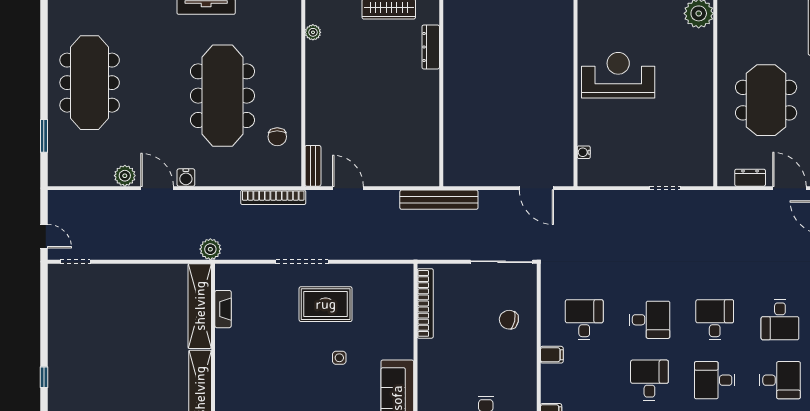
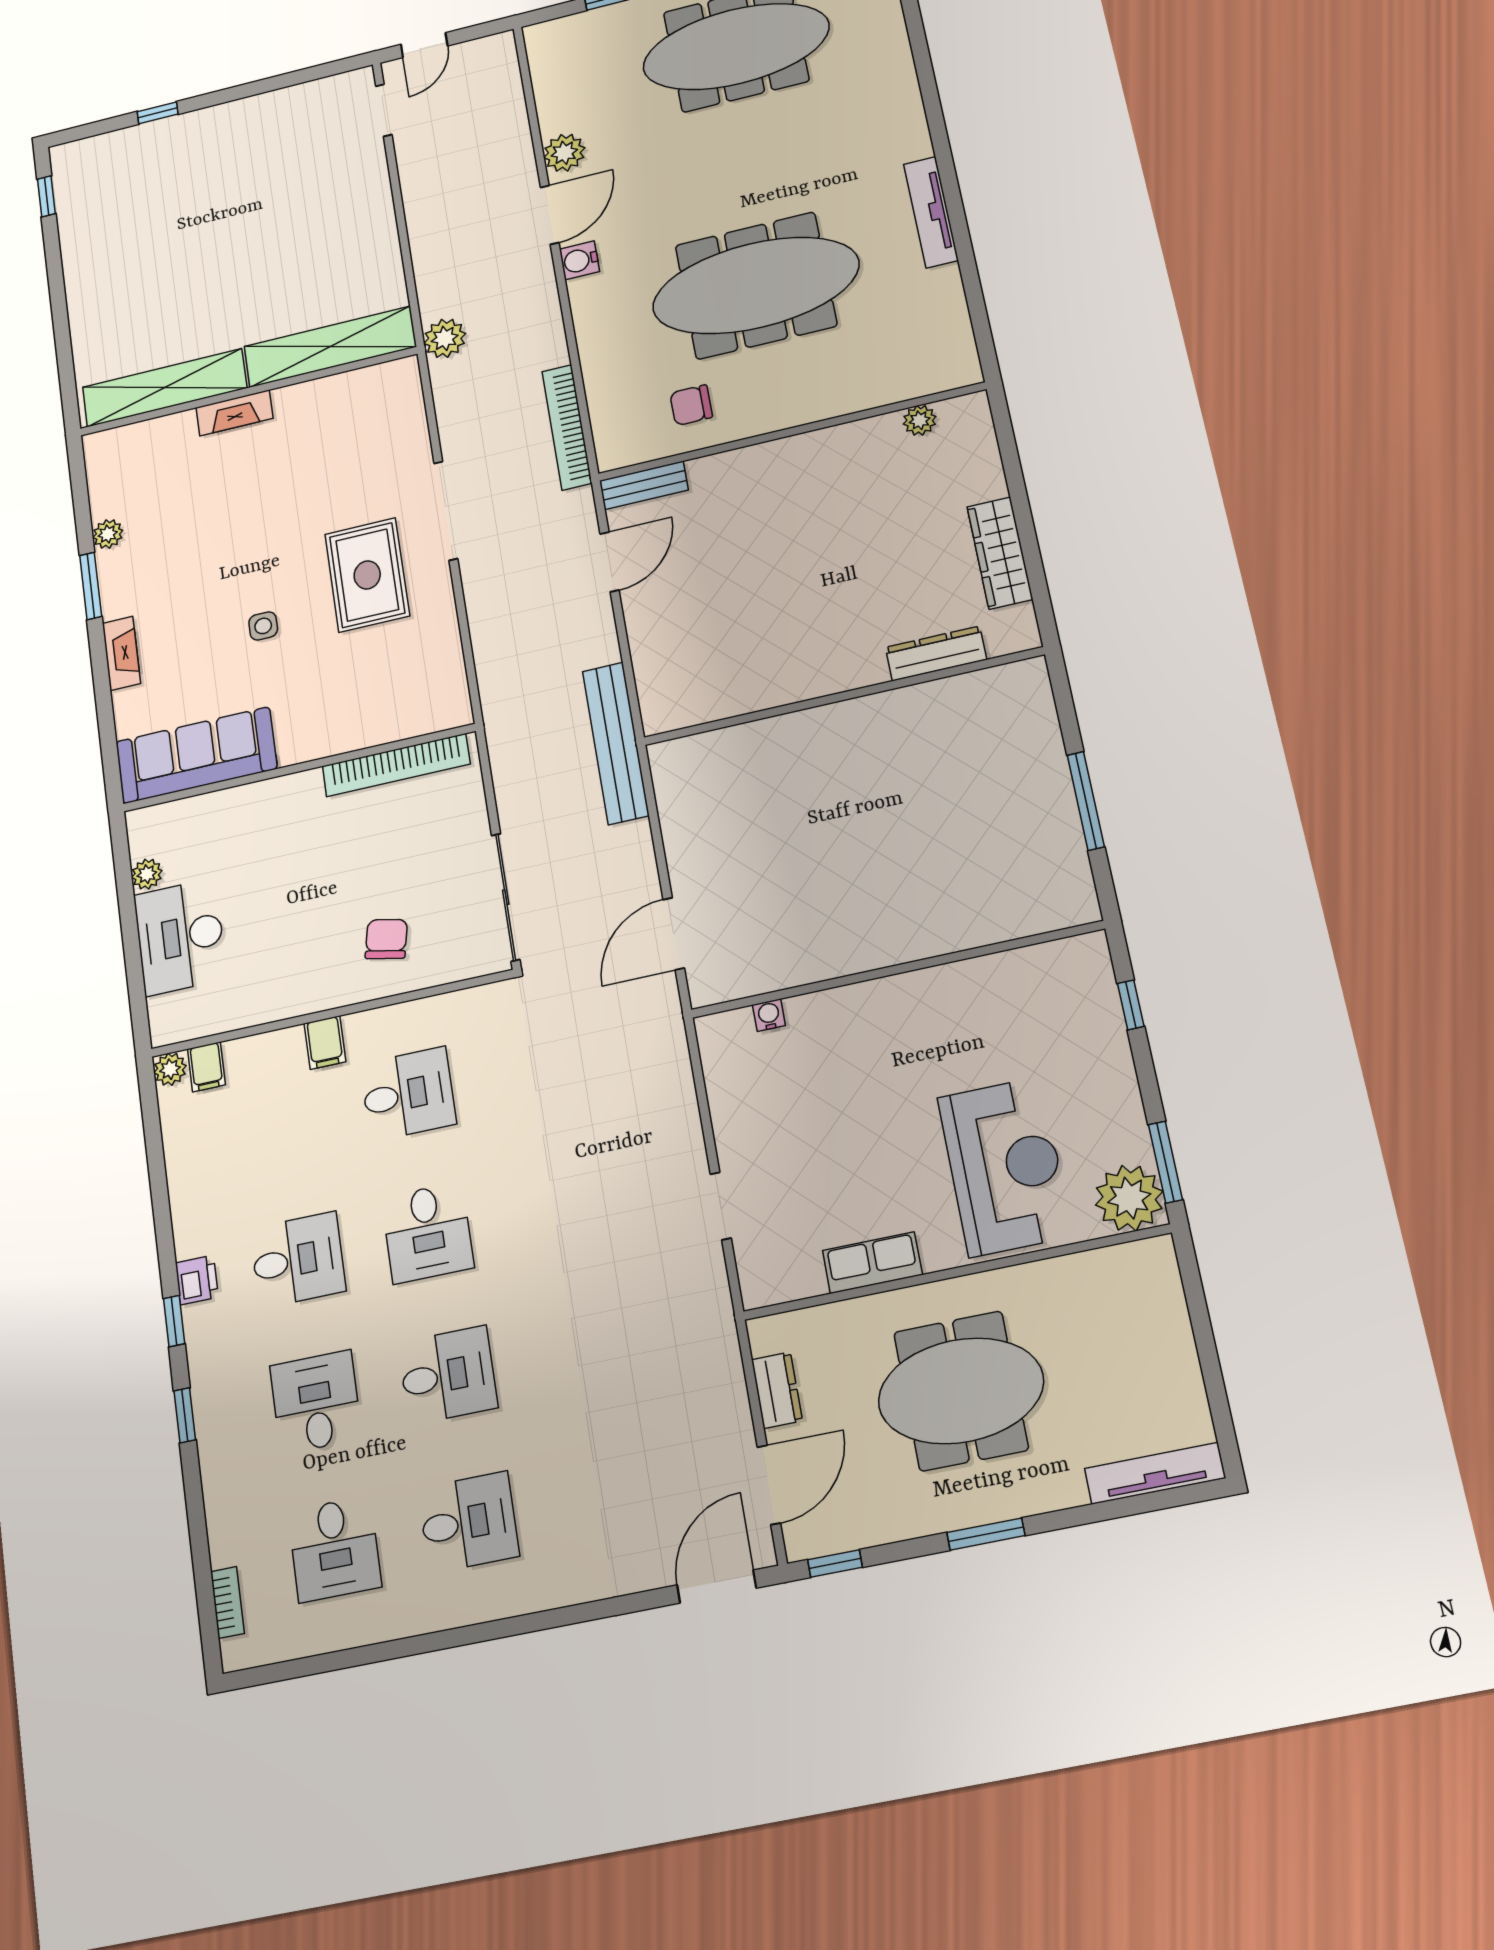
reception desk: (618, 75) -> (1005, 1167), moved
row of seats: (704, 127) -> (872, 1263), added
fireplace: (223, 309) -> (235, 413), moved
desk: (780, 320) -> (468, 1522), turned 180

